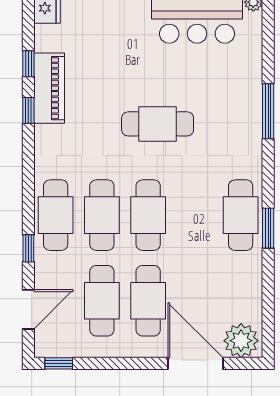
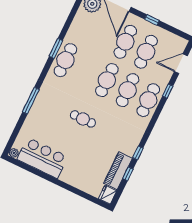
piano: (49, 88) -> (118, 171), moved
cafe table: (158, 124) -> (83, 119), width x0.73, depth x0.74
window: (59, 363) -> (152, 20), moved

